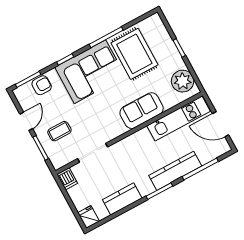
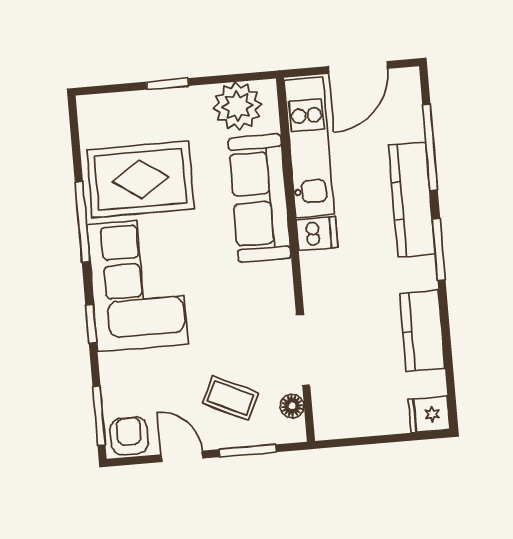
armchair: (42, 85) -> (129, 436), moved
sofa: (142, 111) -> (260, 198), width x1.36
coffee table: (59, 131) -> (230, 398), turned -65
floor lamp: (67, 158) -> (292, 406), added
dishwasher: (67, 179) -> (317, 234), moved

